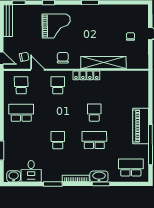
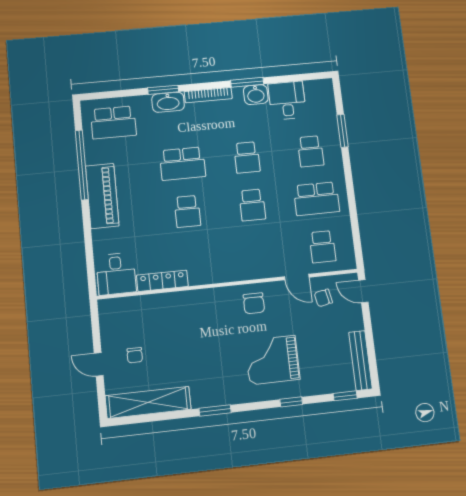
shelving: (103, 63) -> (148, 402), moved
locker: (86, 75) -> (162, 281), moved
desk: (137, 82) -> (116, 274), added
school desk: (58, 85) -> (252, 205), moved
school desk: (21, 140) -> (311, 151), added
washbasin: (14, 176) -> (256, 95), moved

